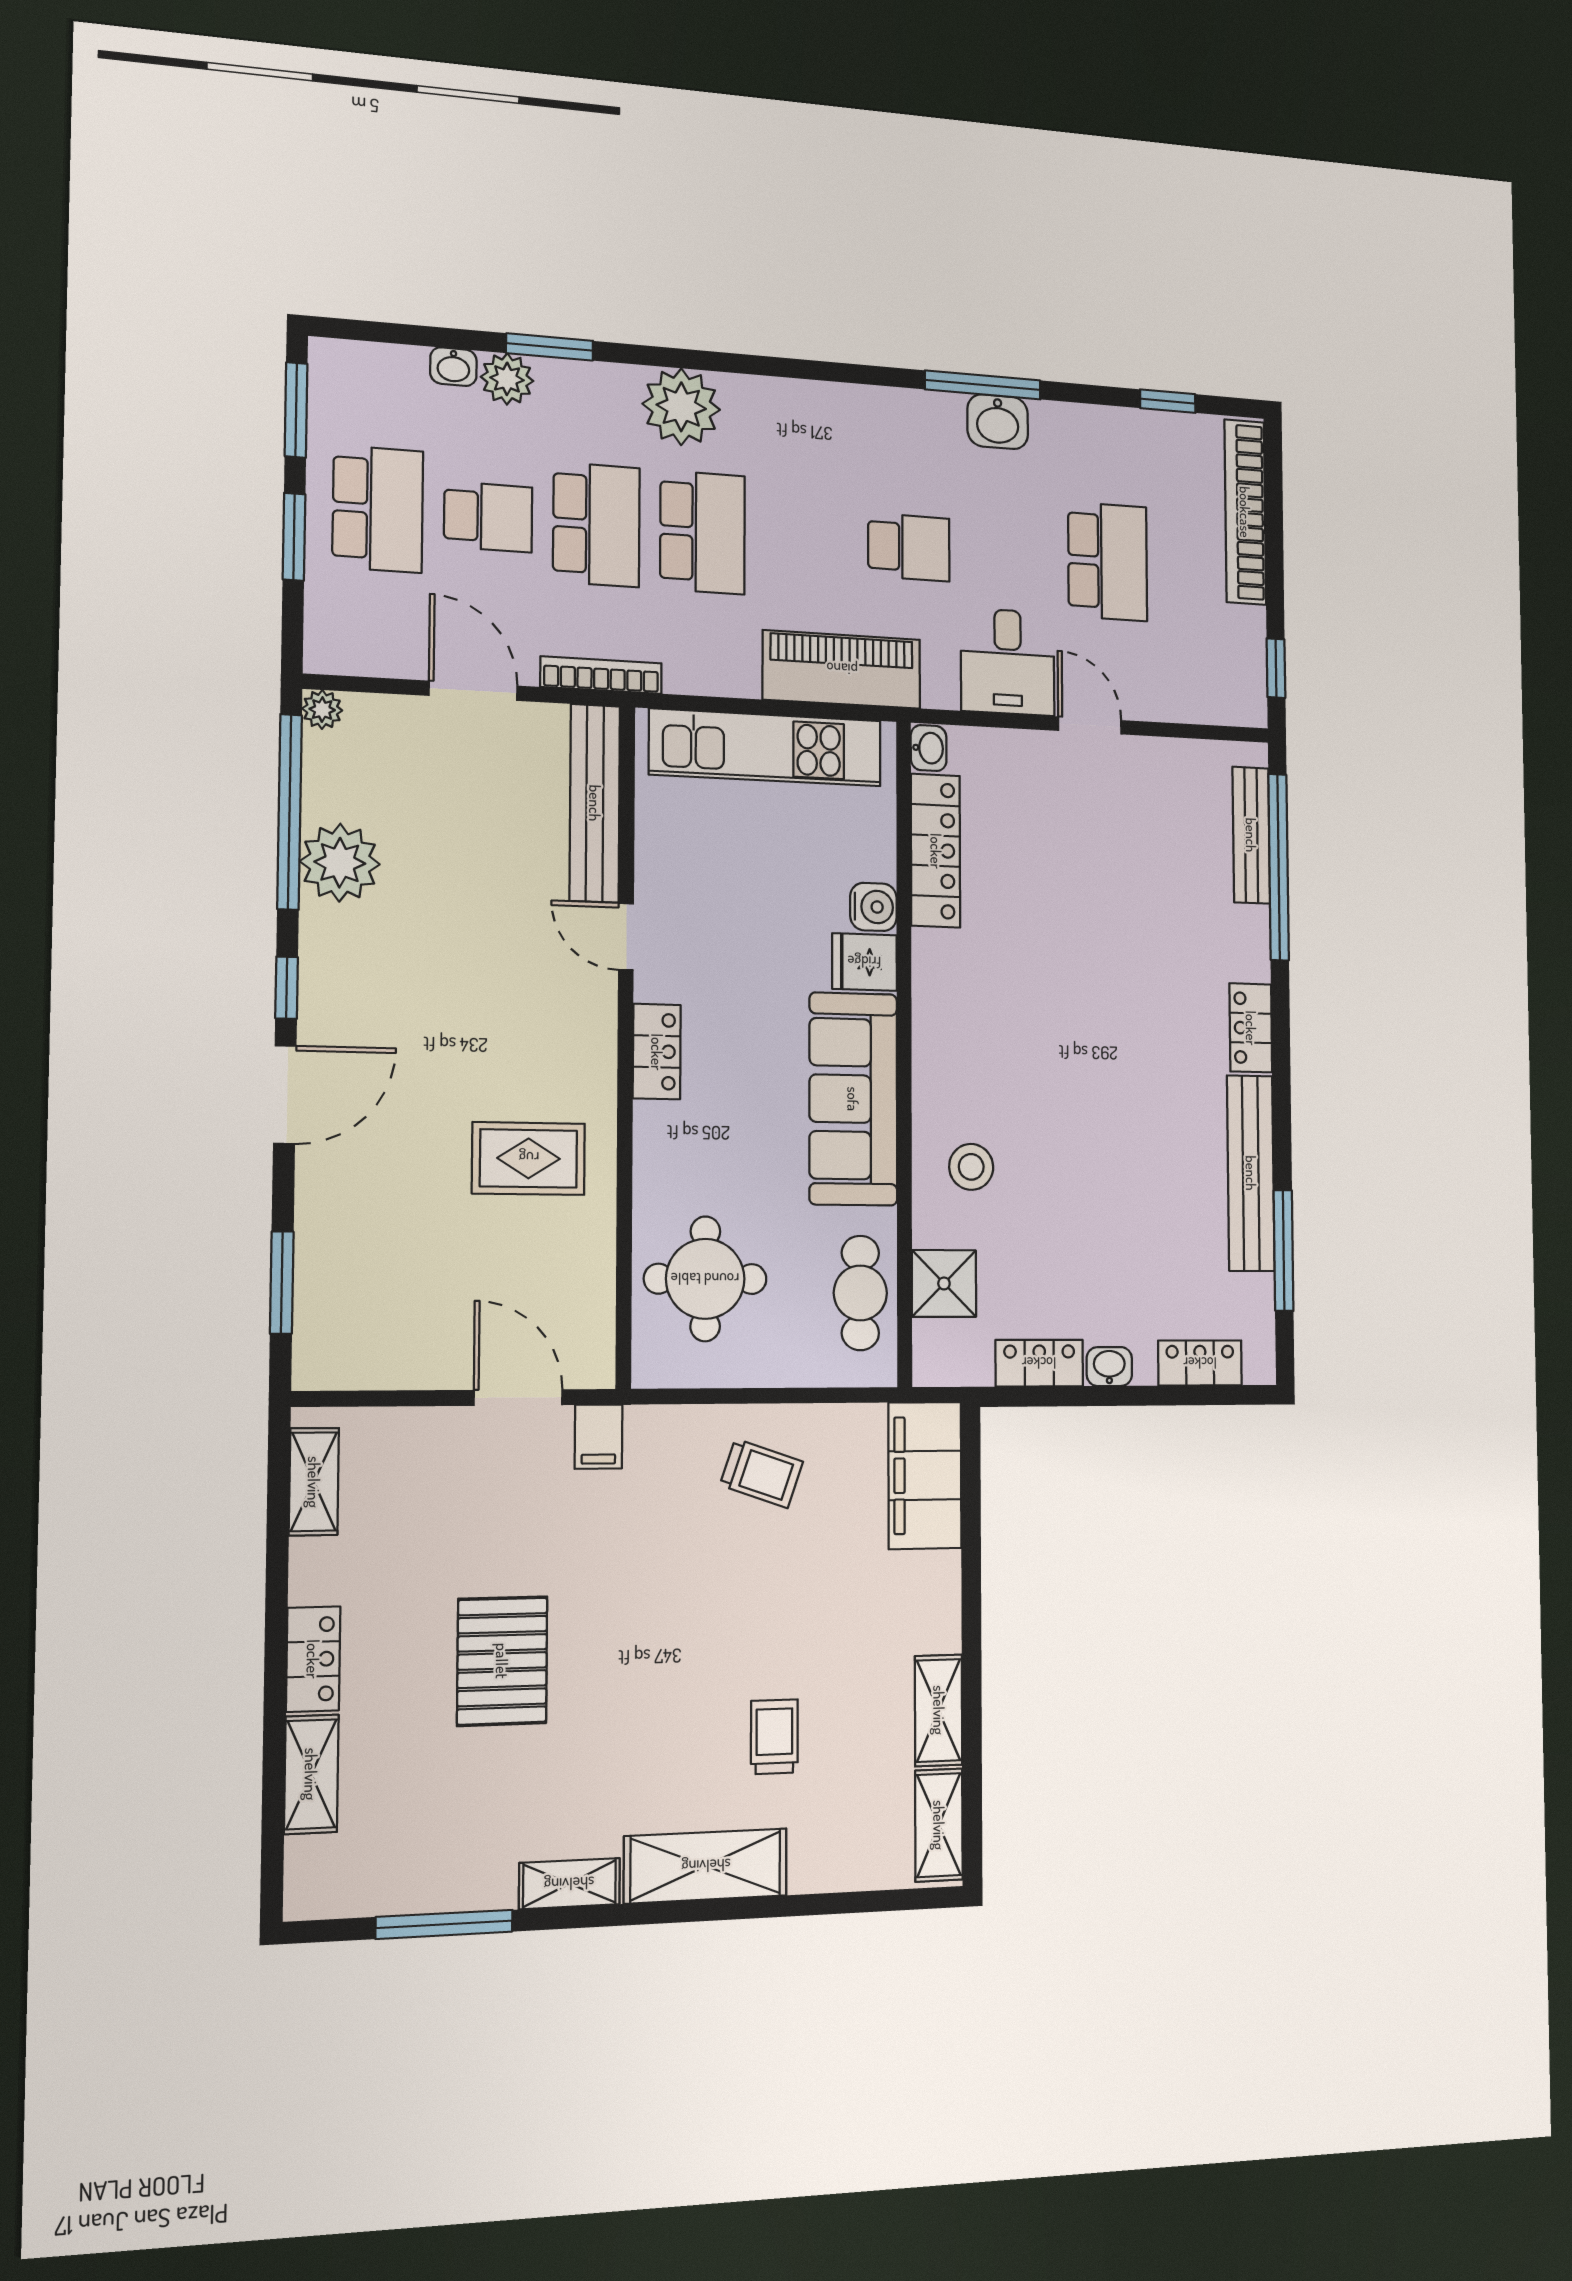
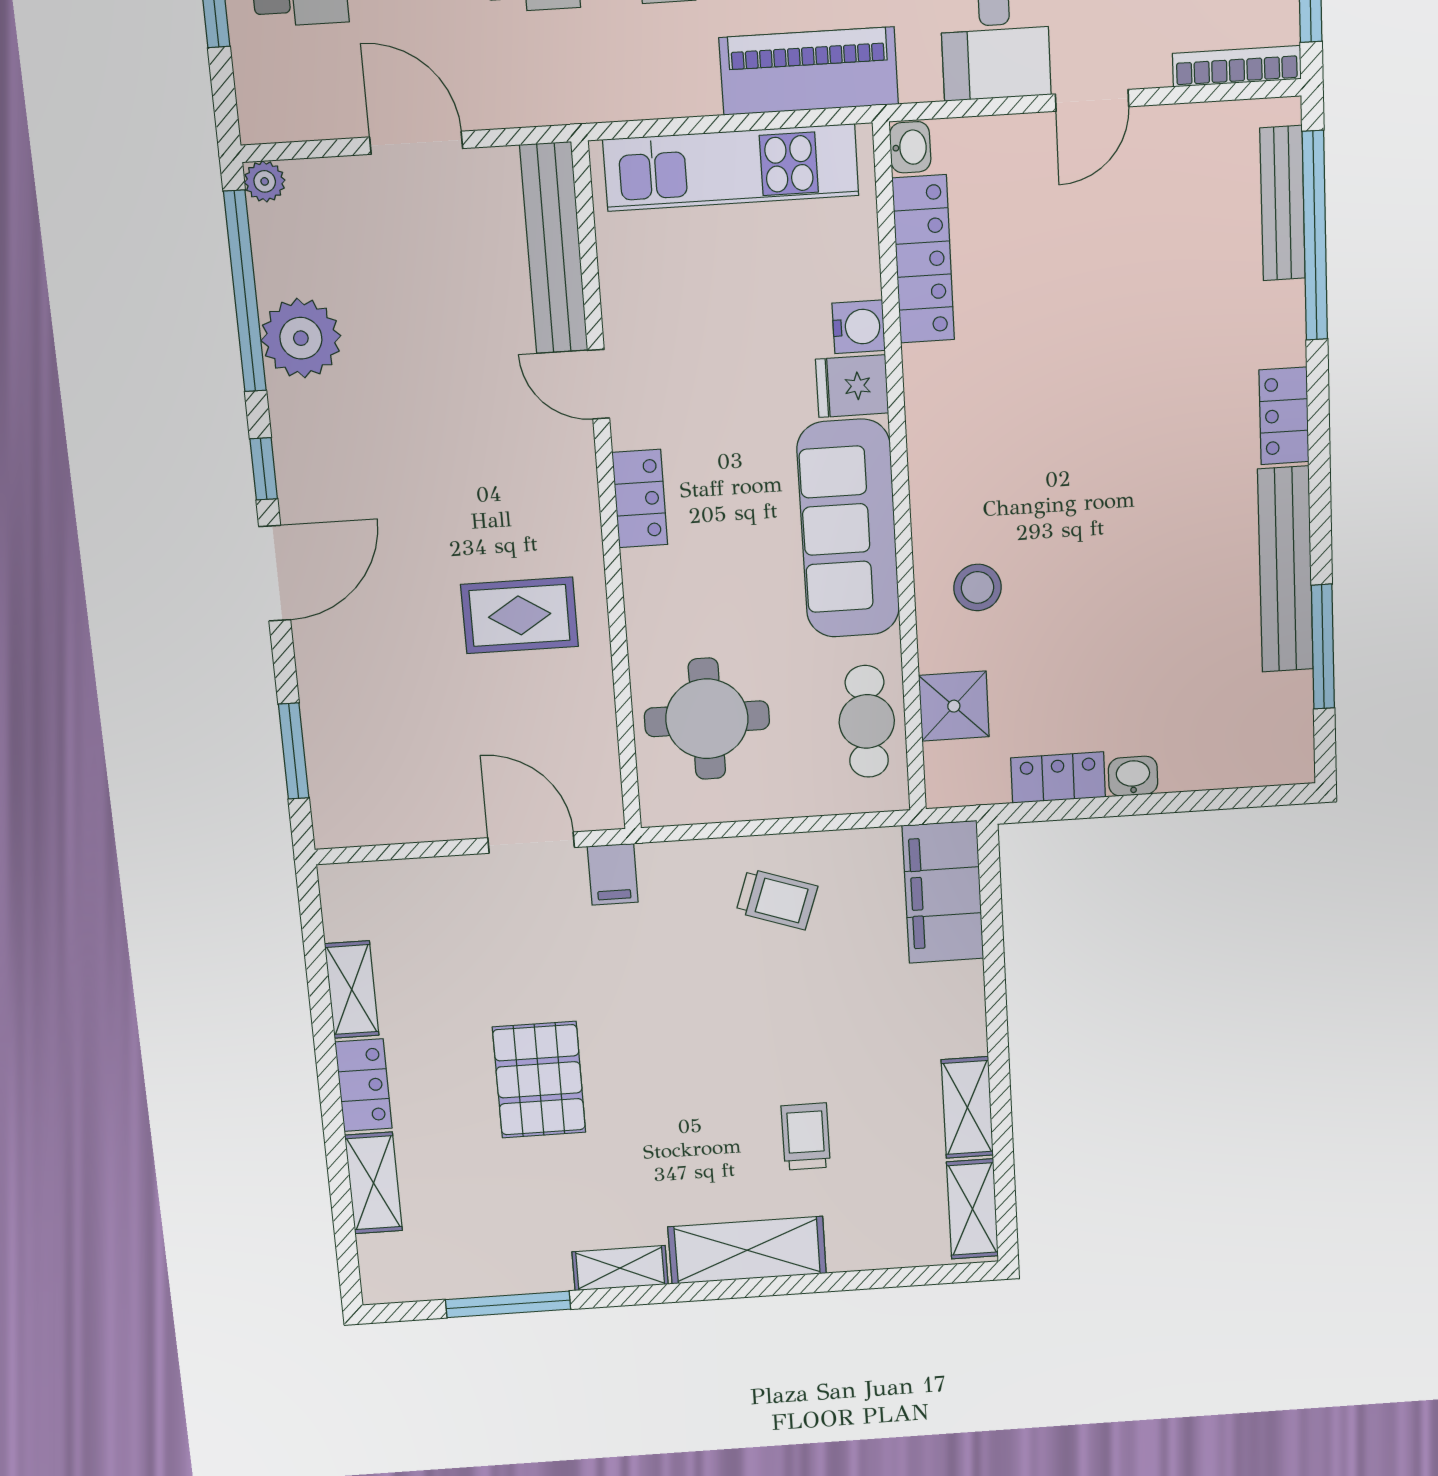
bookcase: (601, 675) -> (1237, 66), moved
door: (1090, 725) -> (1092, 100), swing flipped
locker: (1200, 1363) -> (1231, 766), removed
shelving: (314, 1482) -> (352, 990), moved

